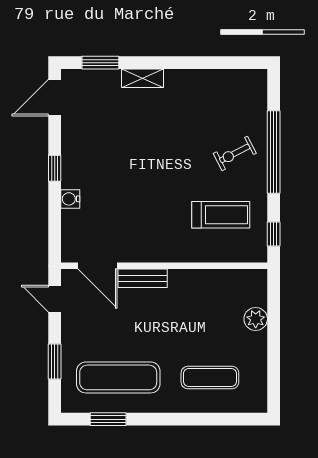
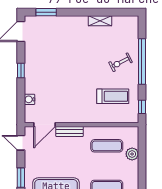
shelving: (142, 78) -> (100, 21), moved
water cooler: (70, 199) -> (29, 99), moved
door: (98, 266) -> (45, 125), hinge flipped
exercise mat: (210, 304) -> (107, 146), added

